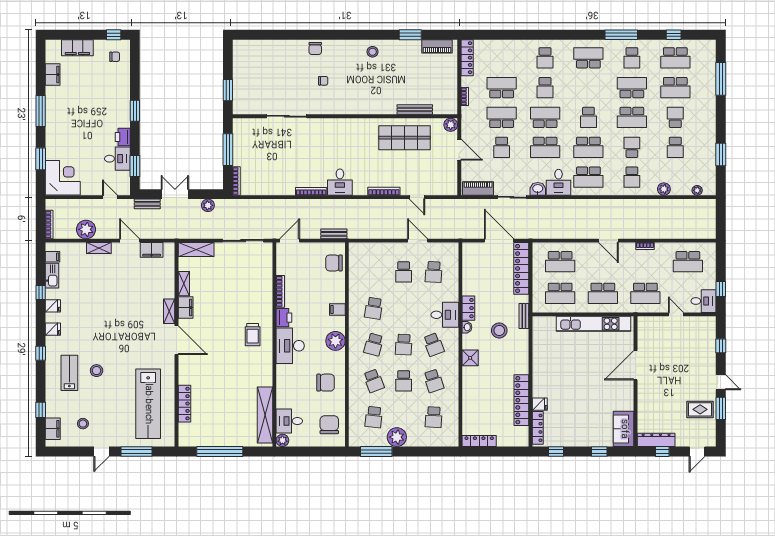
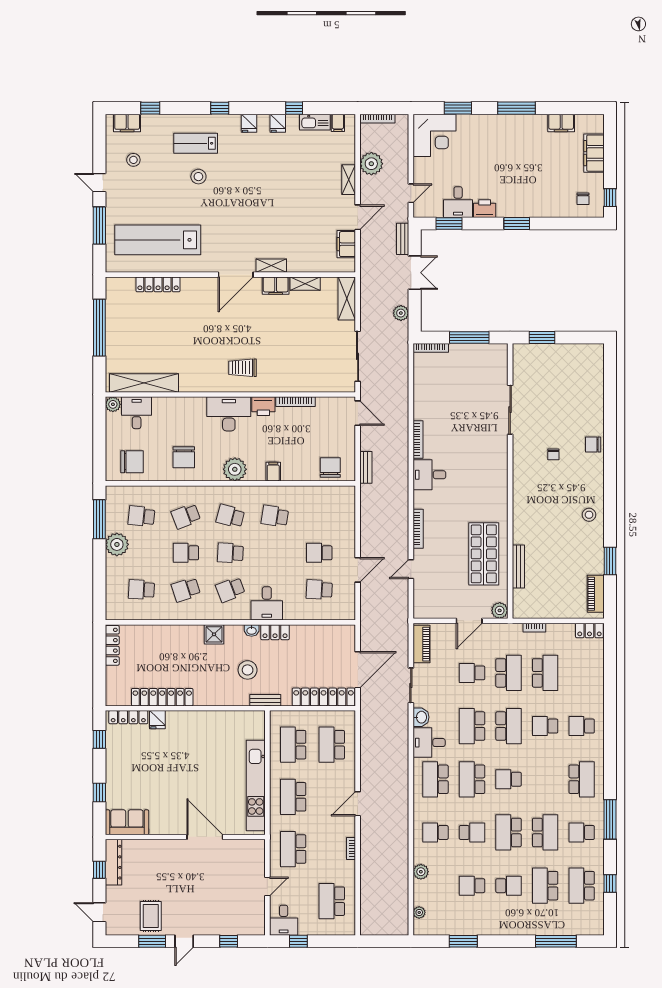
locker: (467, 58) -> (589, 630), width x0.66
lab bench: (69, 373) -> (196, 143), turned 180

